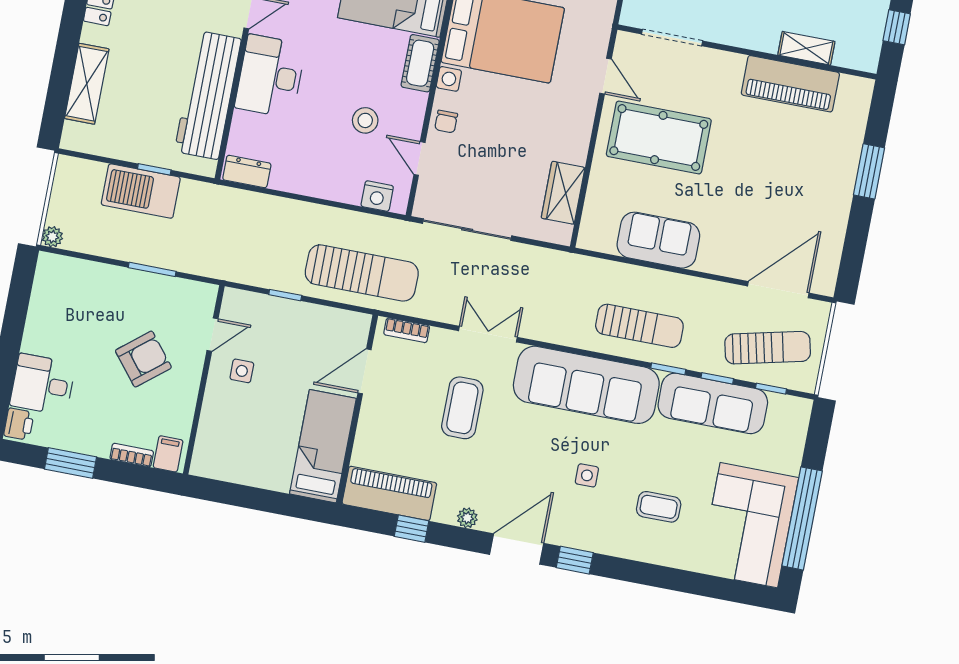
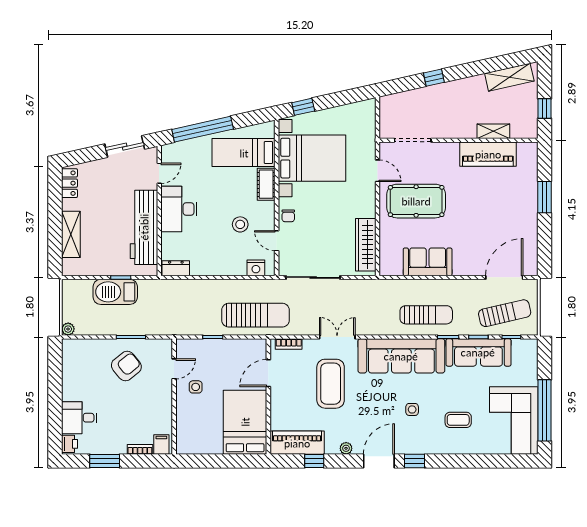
wardrobe: (563, 193) -> (366, 245), width x1.50
armchair: (143, 359) -> (126, 366), moved
coffee table: (462, 408) -> (331, 384), width x1.36, depth x1.32
bed: (323, 446) -> (245, 422), width x1.50

